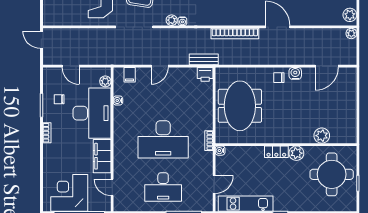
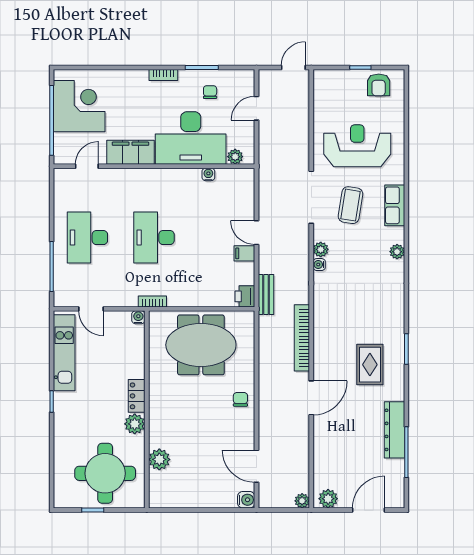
water cooler: (295, 73) -> (246, 500), moved
filing cabinet: (130, 75) -> (244, 253), moved
desk: (163, 139) -> (154, 238), width x0.73, depth x0.77

